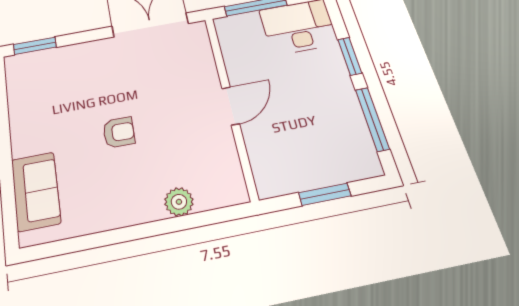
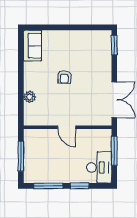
sofa: (36, 191) -> (33, 46), moved, turned -90
window: (325, 194) -> (21, 156), width x1.44

